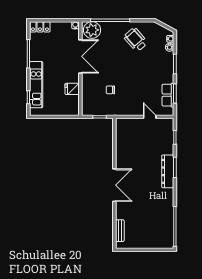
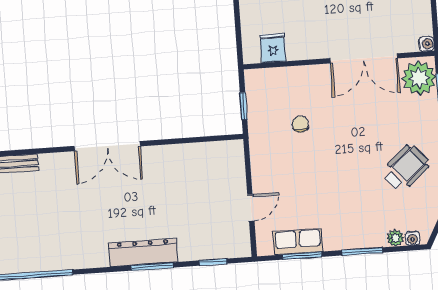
fridge: (72, 89) -> (273, 48), moved

